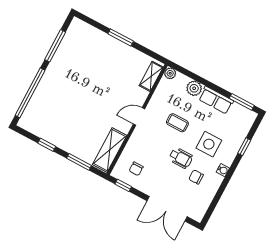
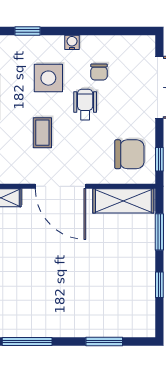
window: (30, 93) -> (104, 341), width x0.47
door: (139, 116) -> (61, 186), width x1.88
chair: (136, 169) -> (129, 154), width x1.87, depth x1.87

